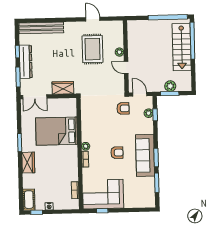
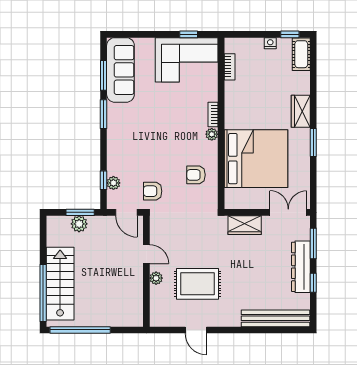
rug: (92, 49) -> (197, 284), turned 90
bed: (57, 131) -> (256, 159), width x1.36
armchair: (117, 153) -> (196, 175), moved
sofa: (145, 155) -> (120, 70), moved

